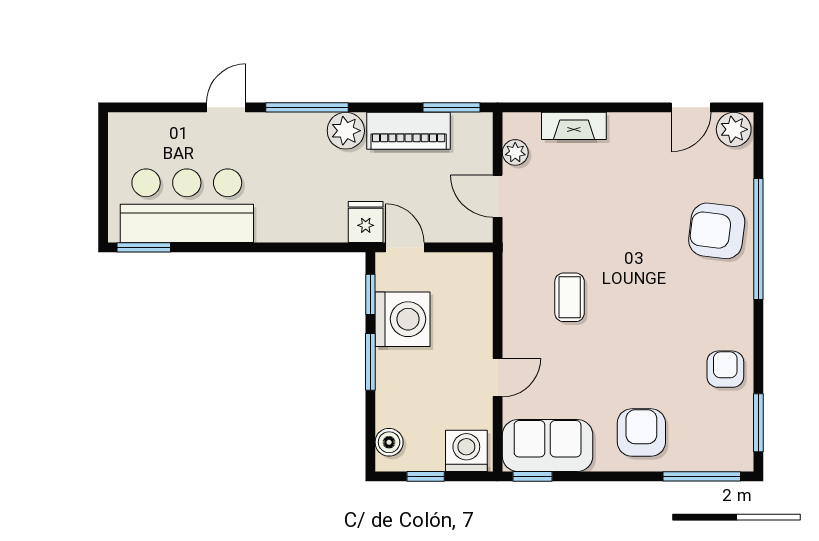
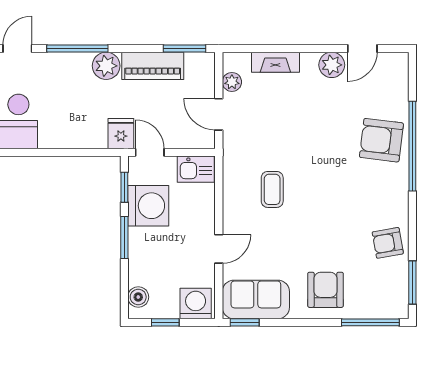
plant: (734, 129) -> (332, 65), moved
kitchen sink: (467, 270) -> (196, 169), added
armchair: (725, 369) -> (388, 243), turned -100

